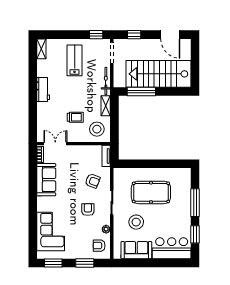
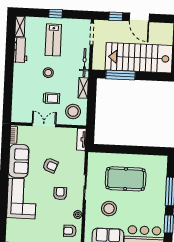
window: (96, 35) -> (56, 14), moved
door: (170, 35) -> (139, 17), moved
lab bench: (75, 60) -> (53, 40), turned 180
workbench: (43, 89) -> (21, 50), moved
stool: (71, 92) -> (48, 73), added
double door: (55, 144) -> (44, 125), moved
armchair: (93, 181) -> (50, 165), moved
corner sofa: (51, 231) -> (22, 199), moved

